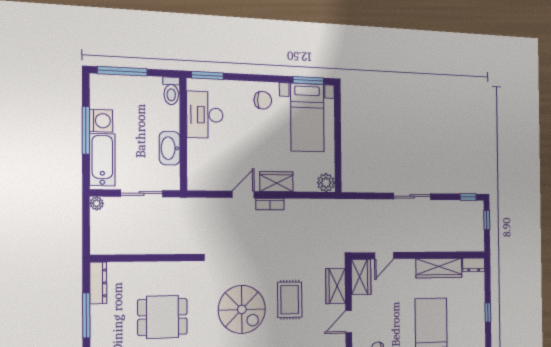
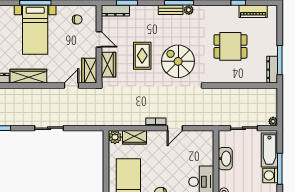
wardrobe: (276, 182) -> (134, 137), moved
spiral stairs: (242, 309) -> (178, 61), moved
window: (86, 315) -> (280, 60), moved
door: (349, 322) -> (99, 39), hinge flipped

